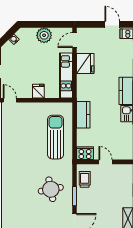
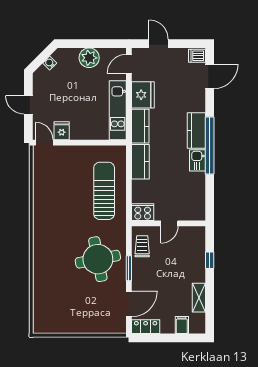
door: (112, 24) -> (159, 44), moved
kitchen counter: (83, 88) -> (140, 126), added
fridge: (38, 91) -> (62, 131), moved
door: (105, 162) -> (169, 223), swing flipped
round table: (51, 189) -> (98, 259), width x1.36, depth x1.36

